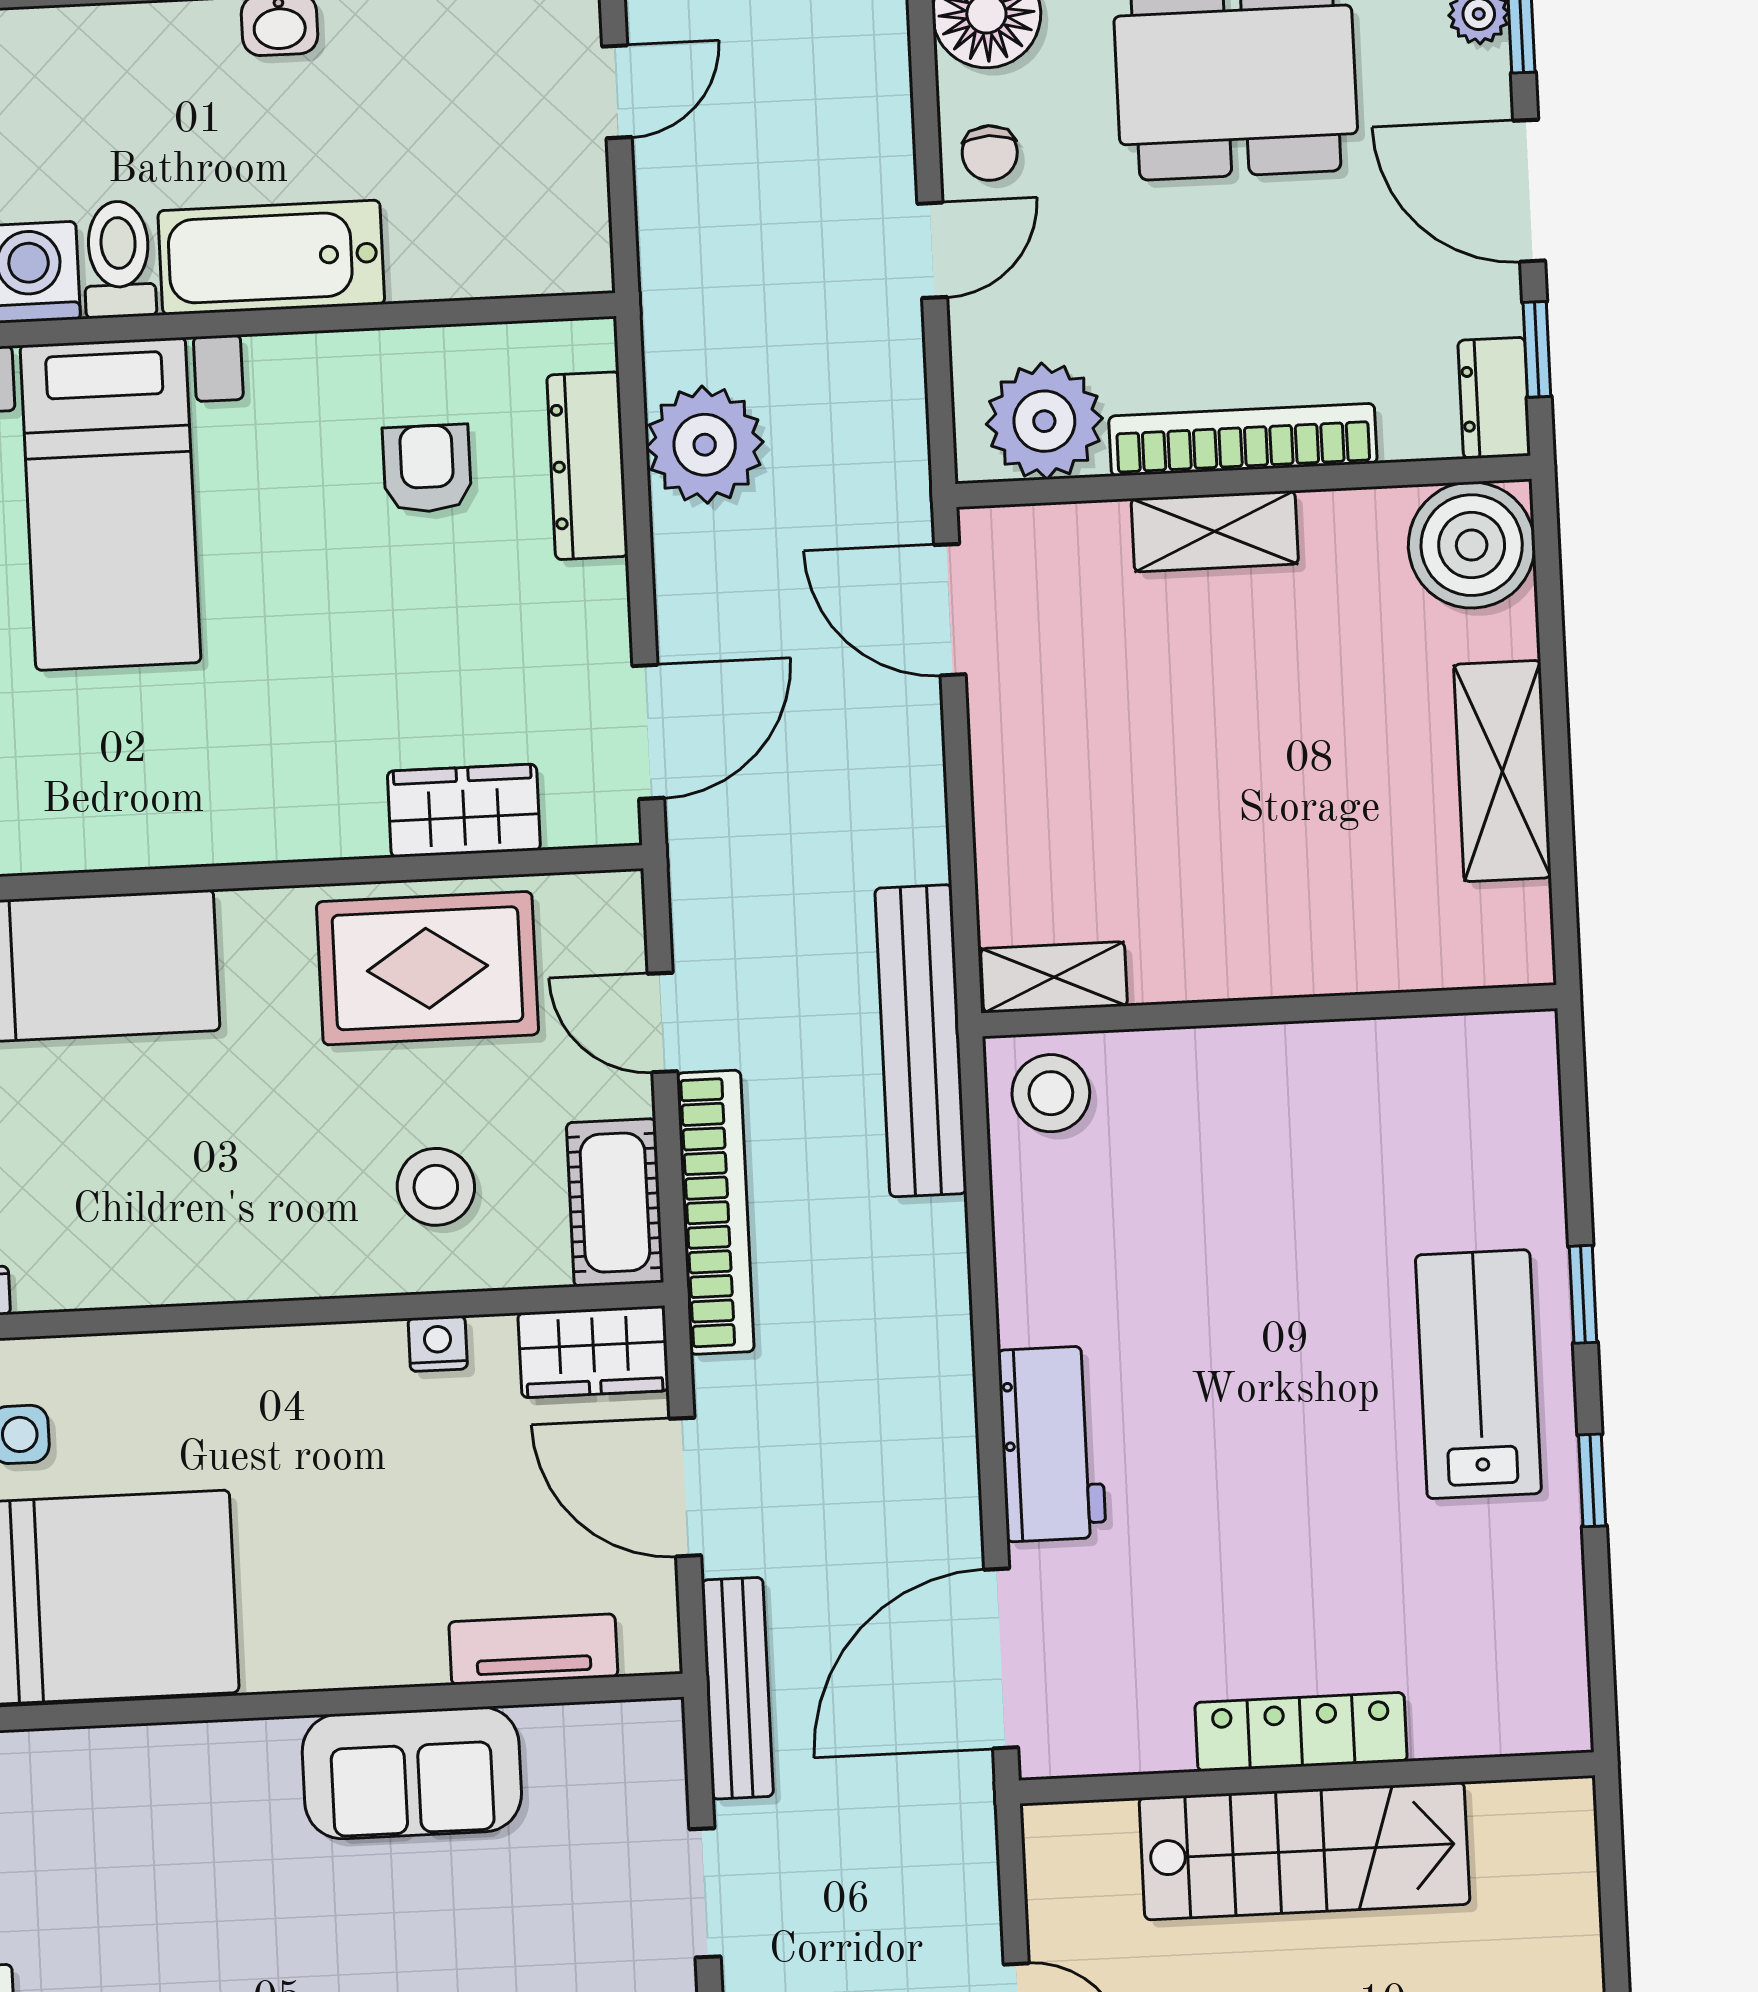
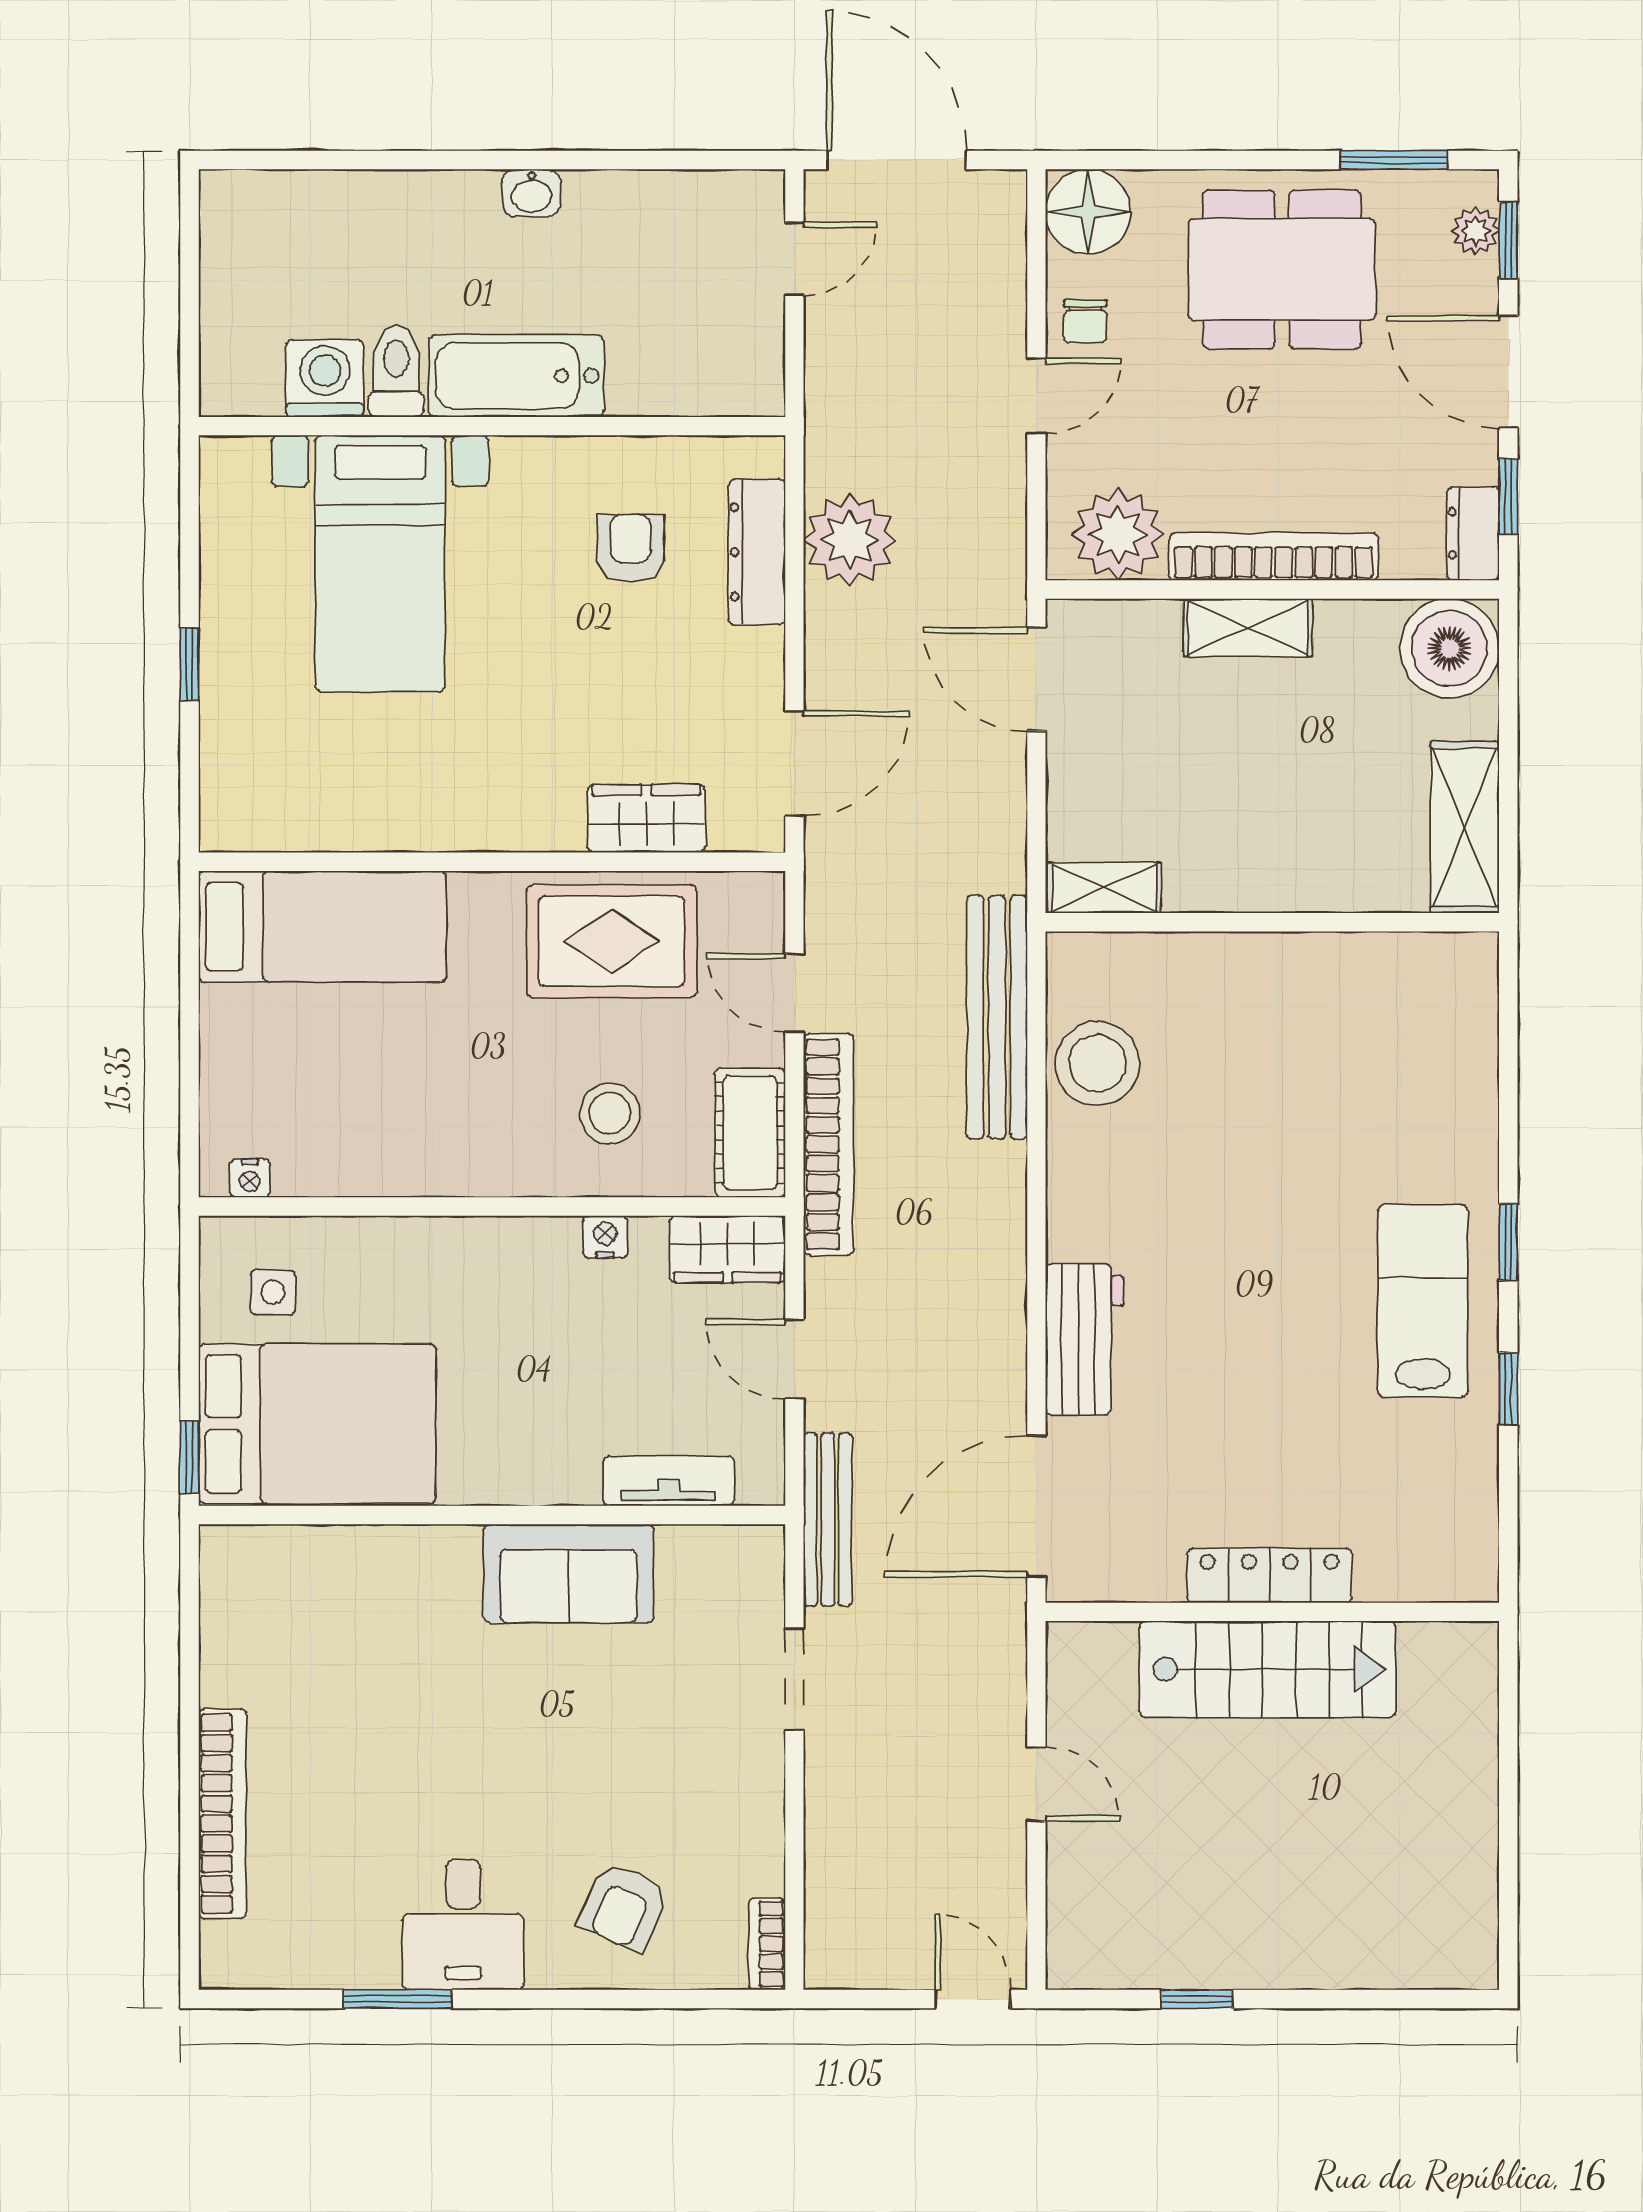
shelving: (1054, 977) -> (1104, 888), moved
wall: (1269, 1011) -> (1272, 922), moved
stool: (1051, 1093) -> (1097, 1063), width x1.38, depth x1.38
door: (685, 1487) -> (794, 1359), width x0.73

